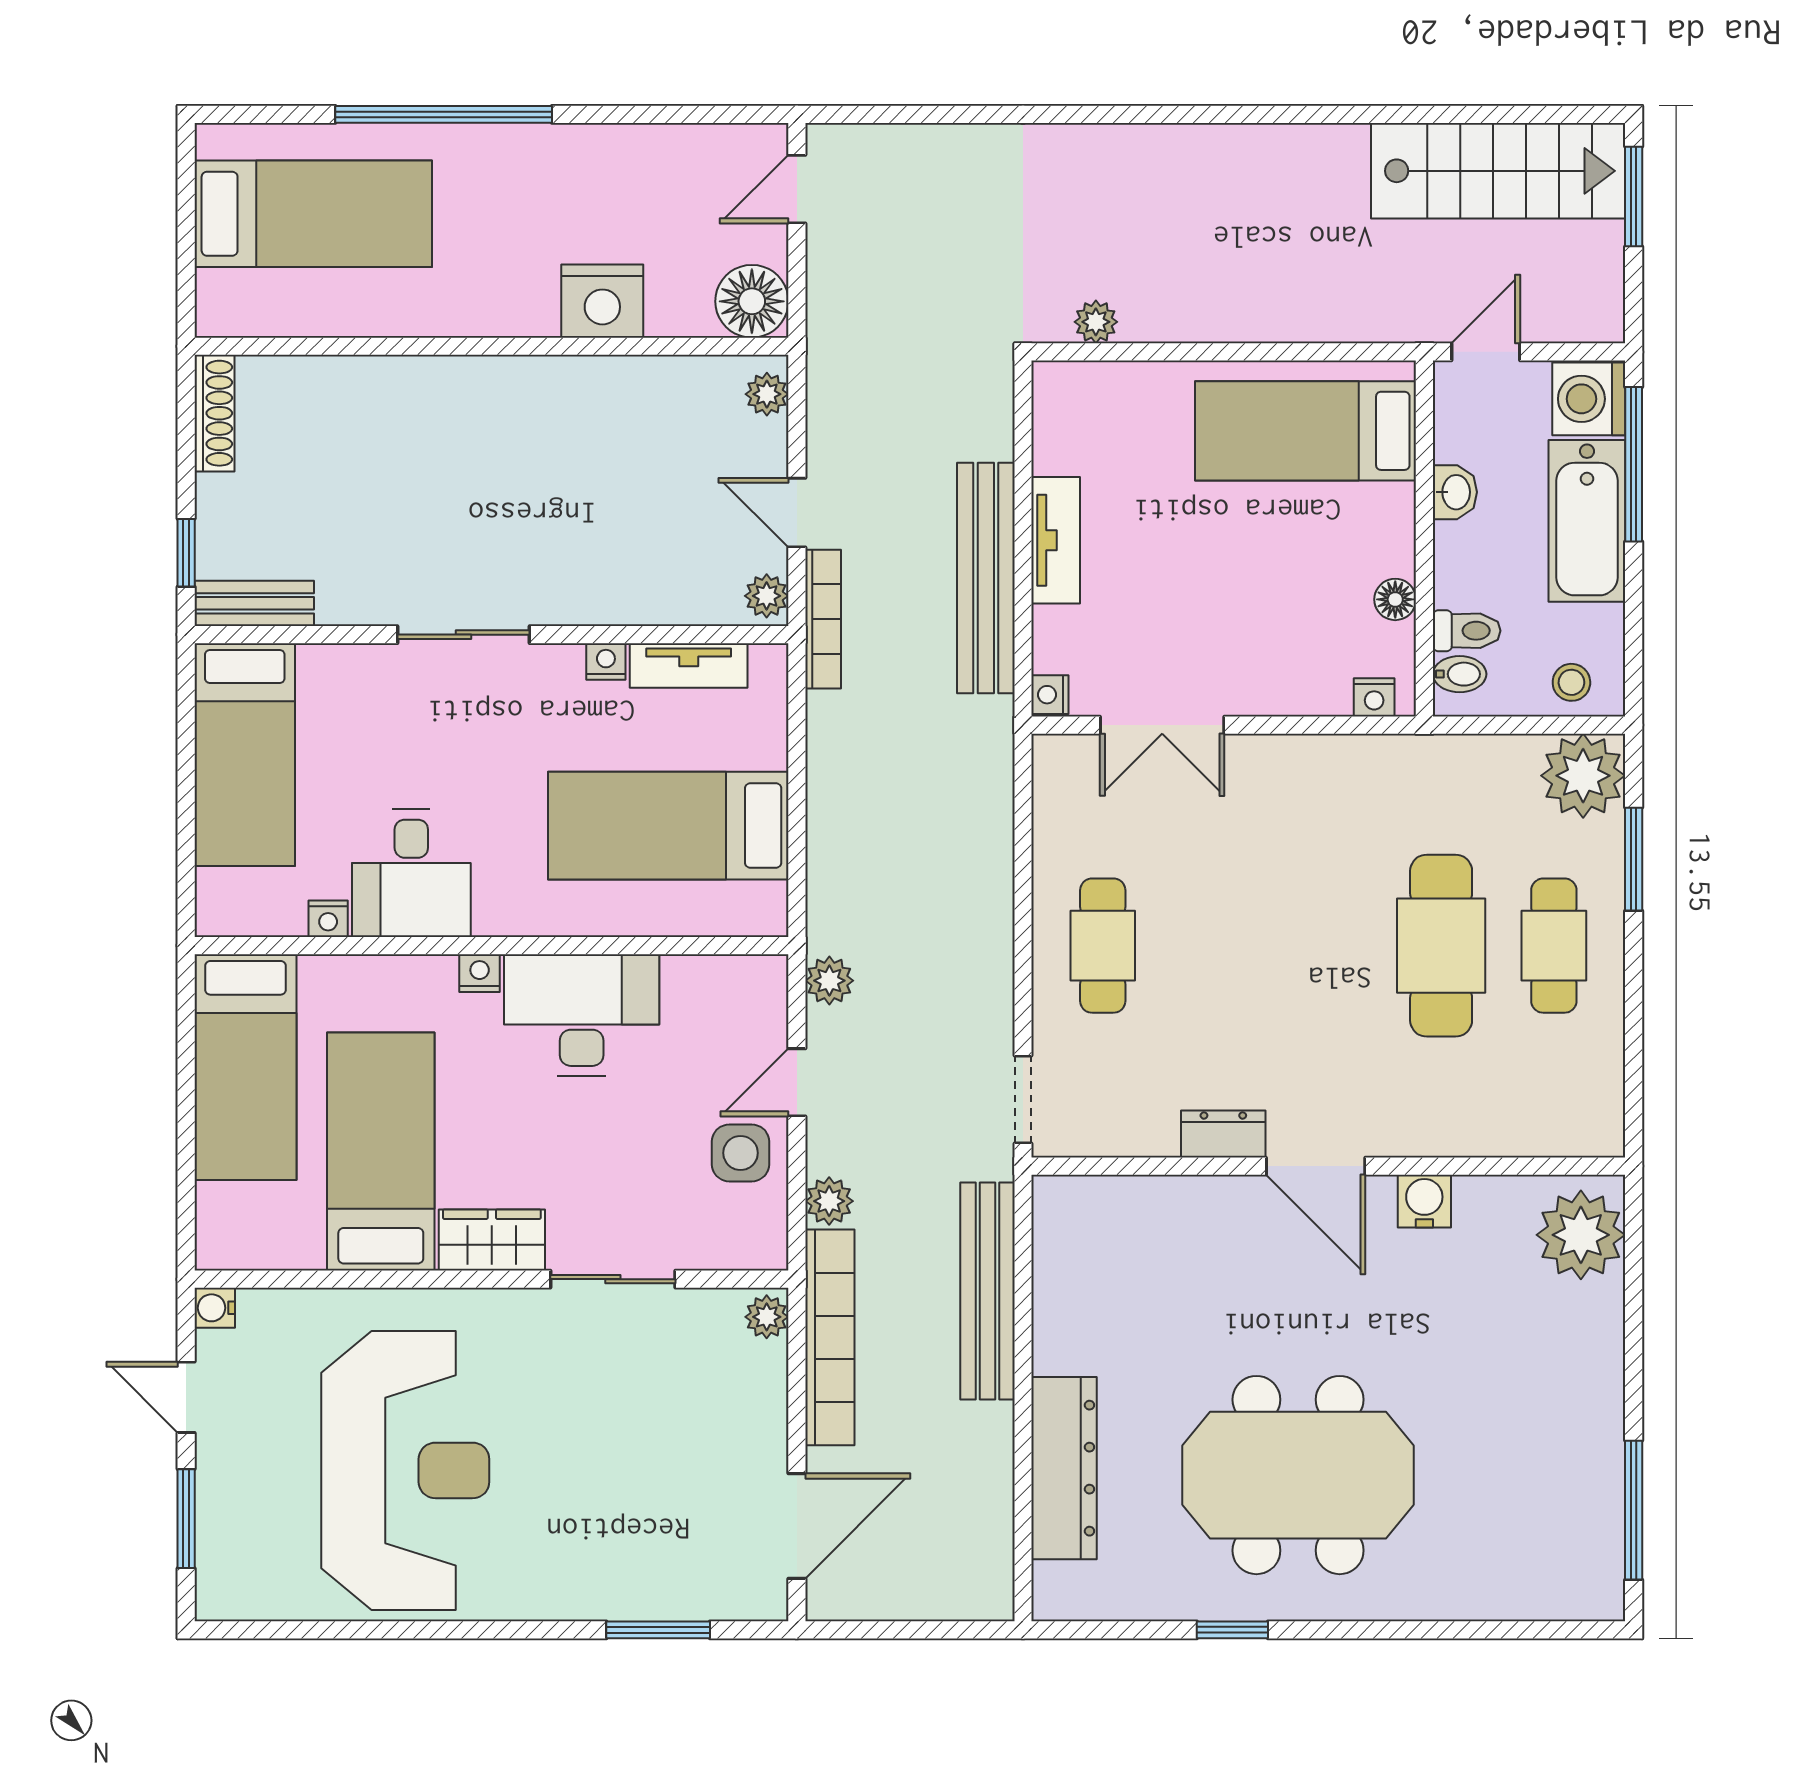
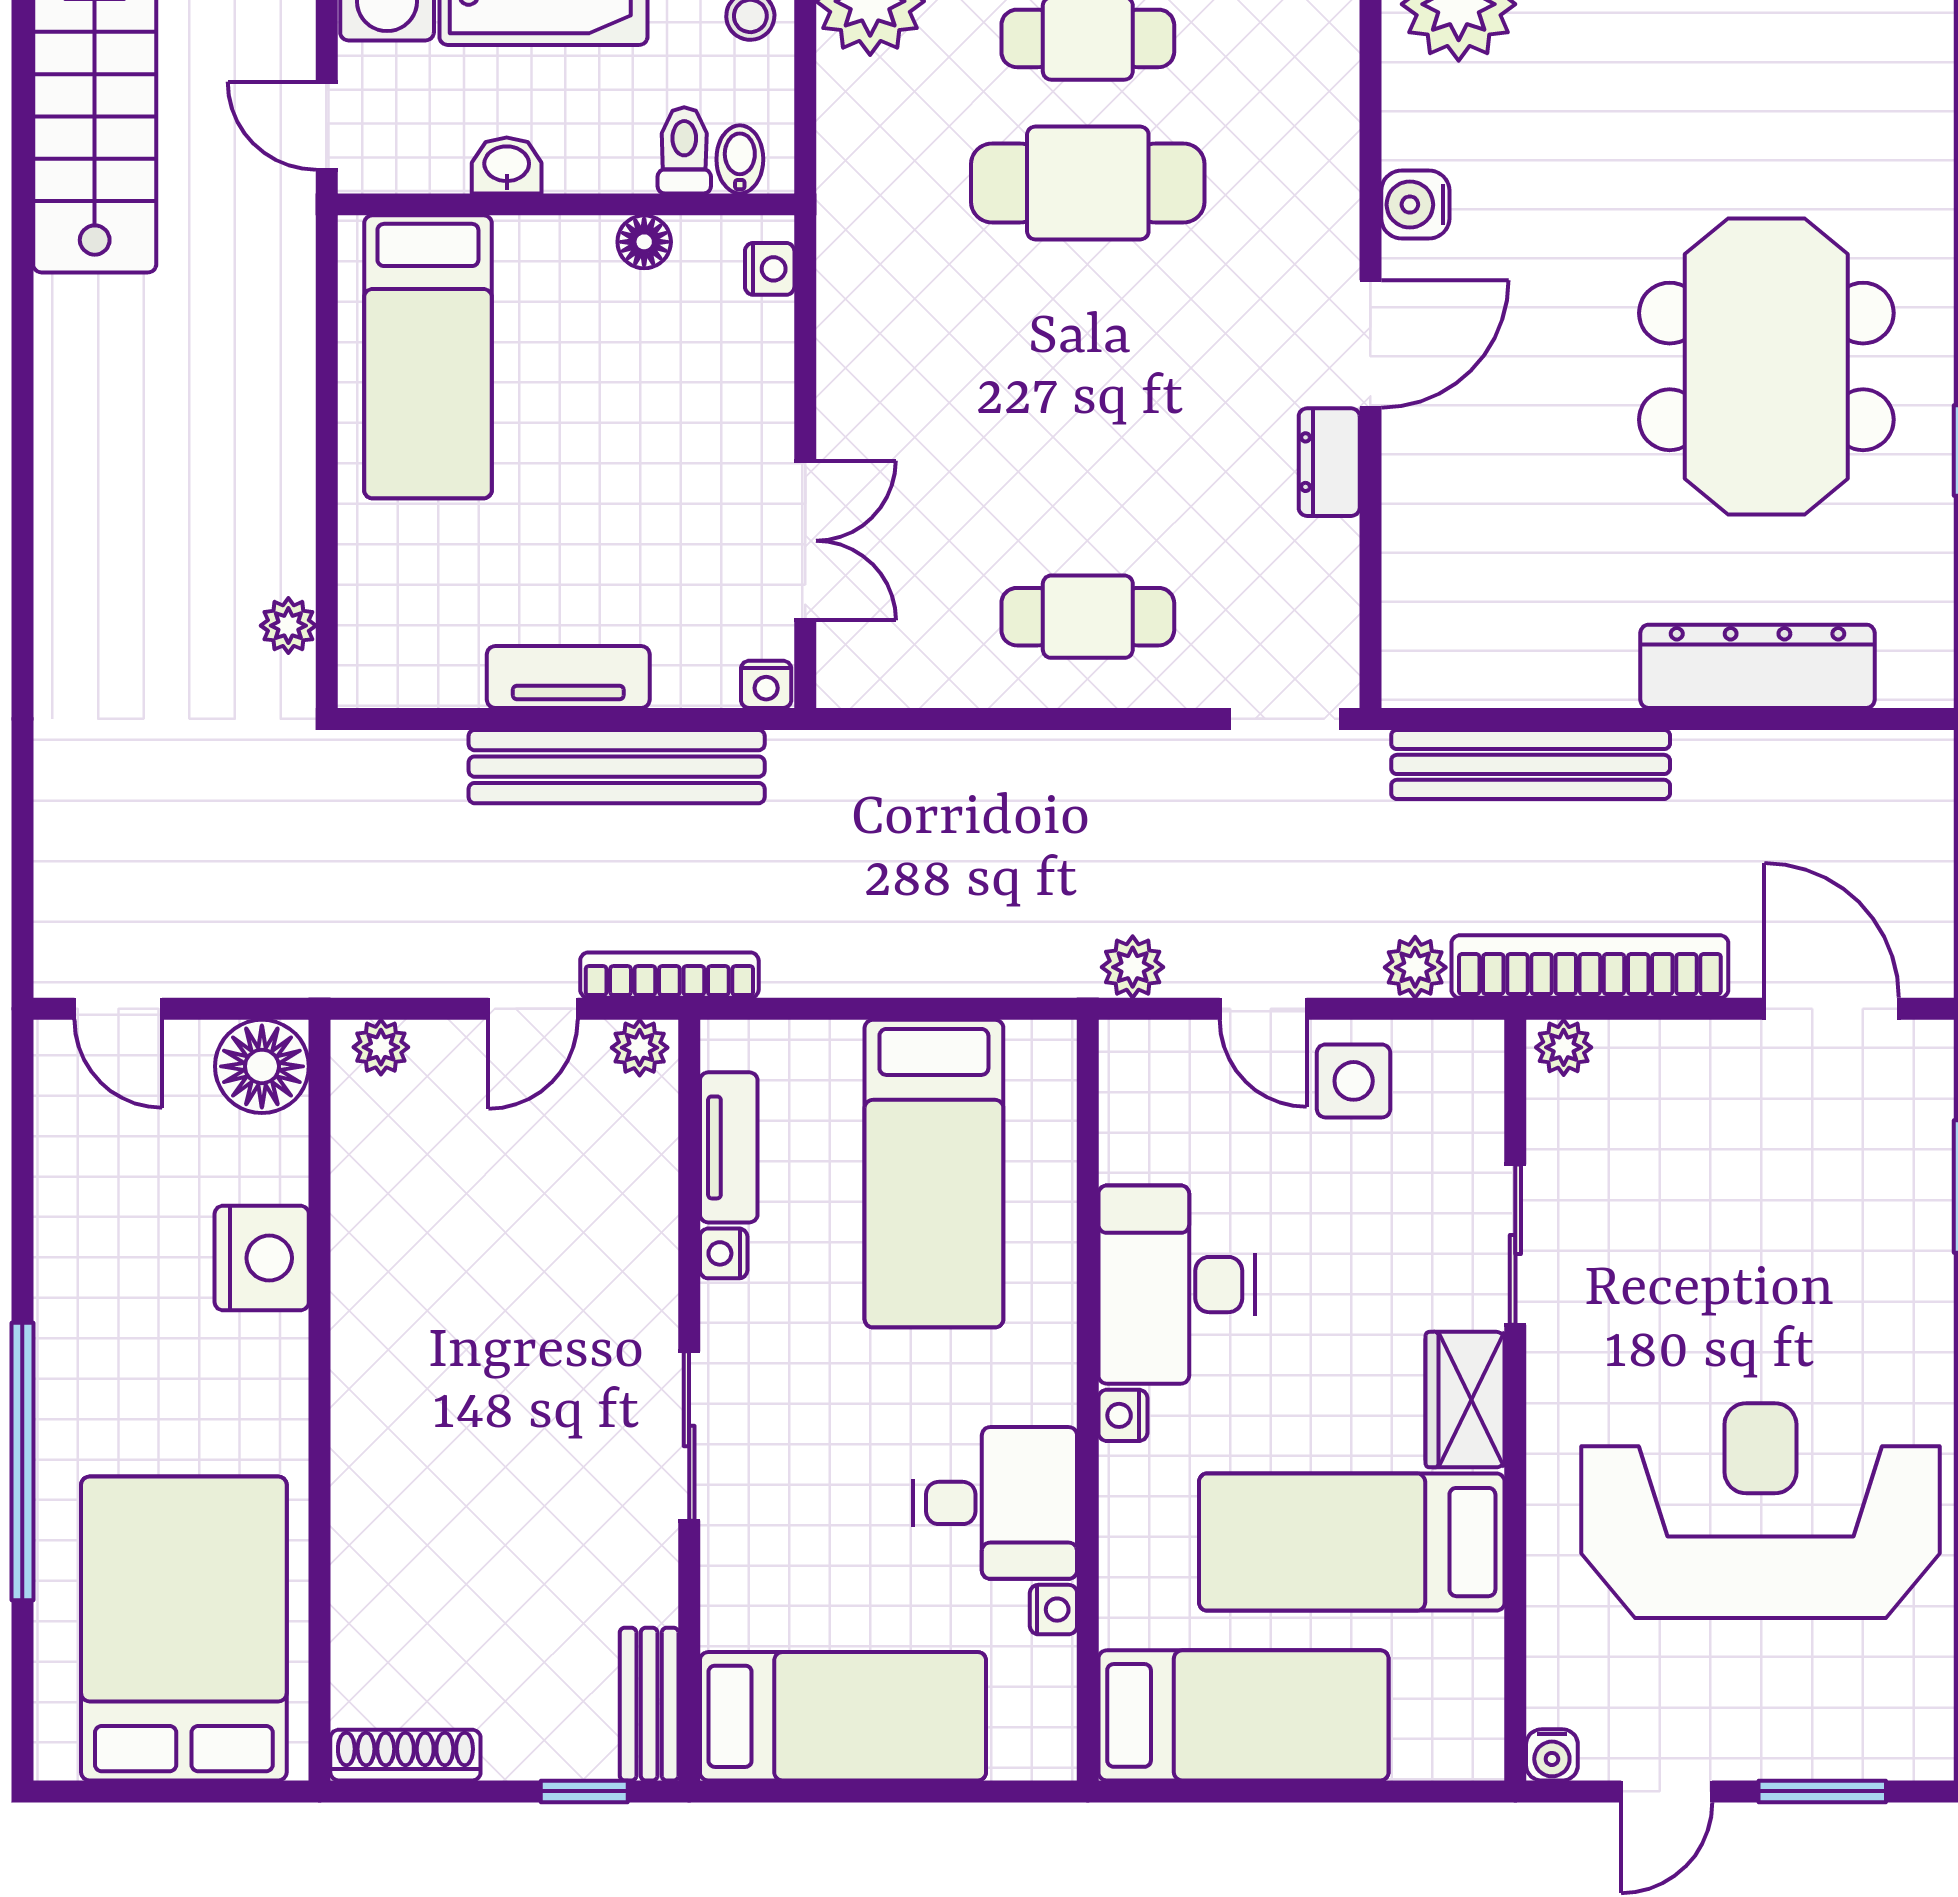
bed: (313, 214) -> (184, 1629), width x1.50

